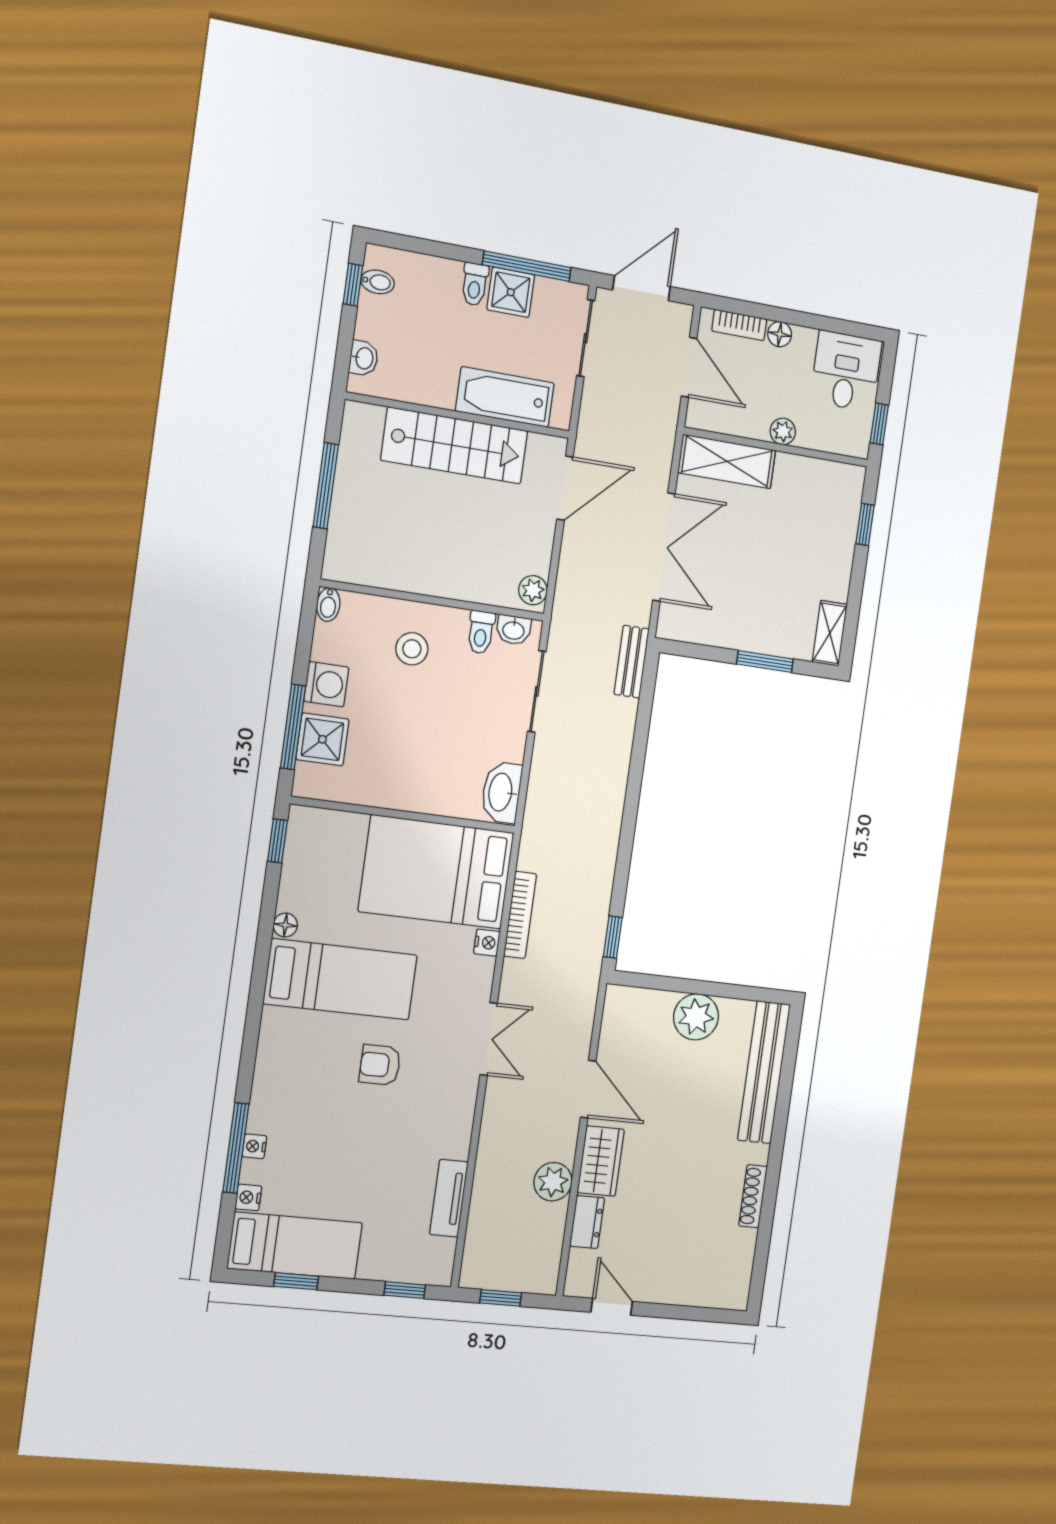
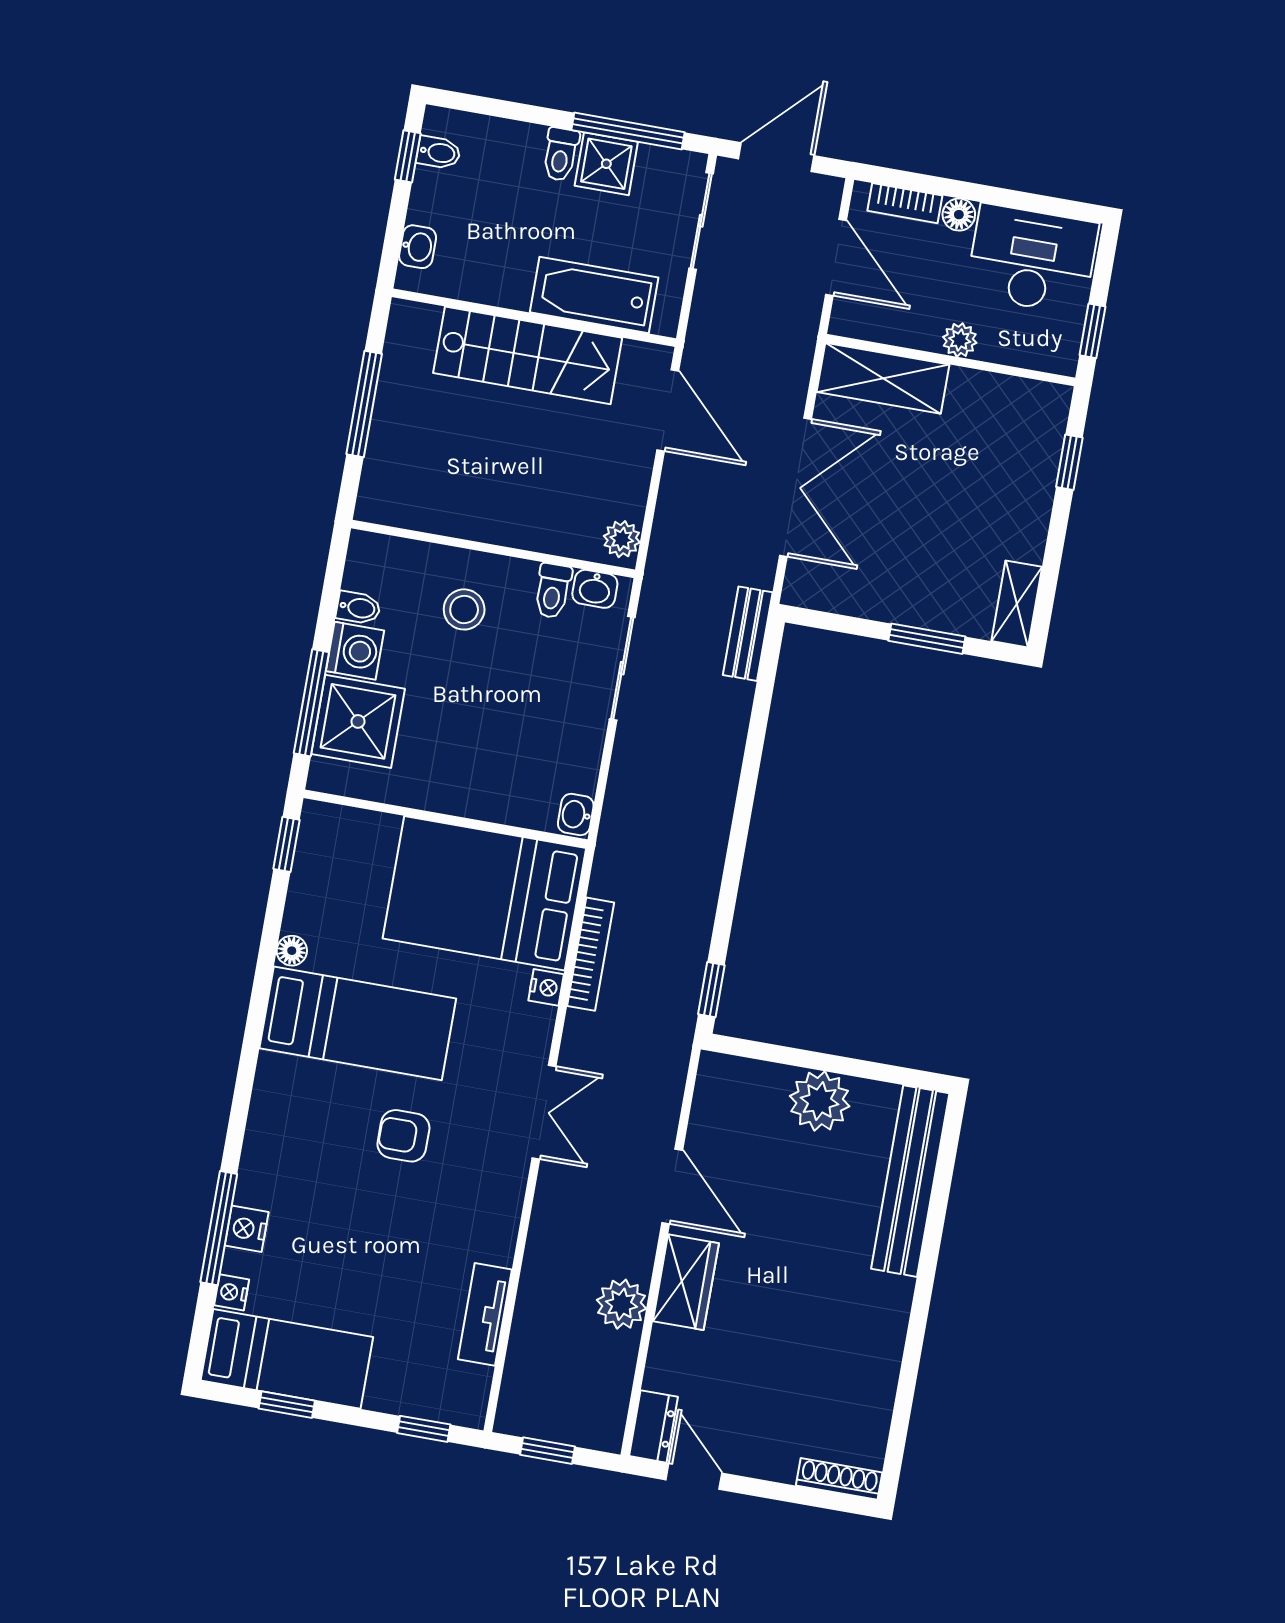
desk: (846, 371) -> (1032, 259), width x1.37
door: (565, 488) -> (668, 410), hinge flipped
bidet: (328, 605) -> (358, 608), moved, turned -90
shower: (322, 739) -> (358, 721), width x1.36, depth x1.36
washbasin: (501, 792) -> (576, 815), width x0.52, depth x0.69
nightstand: (254, 1146) -> (247, 1229), width x1.39, depth x1.35
shoe rack: (753, 1196) -> (839, 1479), moved, turned 90
dresser: (587, 1222) -> (654, 1426), moved

